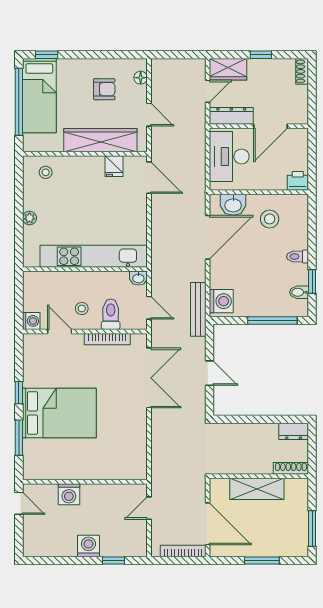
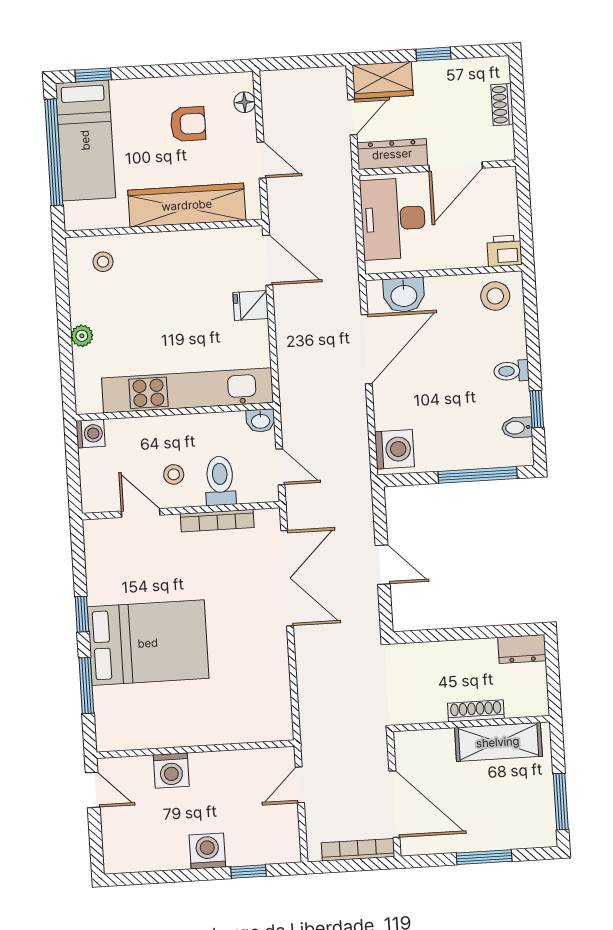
shoe rack: (302, 71) -> (502, 105), moved
fridge: (114, 166) -> (251, 305), moved, turned 90
stool: (270, 219) -> (495, 296), moved
bench: (198, 309) -> (359, 464), removed
washing machine: (31, 321) -> (91, 434), moved
shoe rack: (291, 468) -> (476, 711), moved
shelving: (257, 489) -> (498, 742), moved

